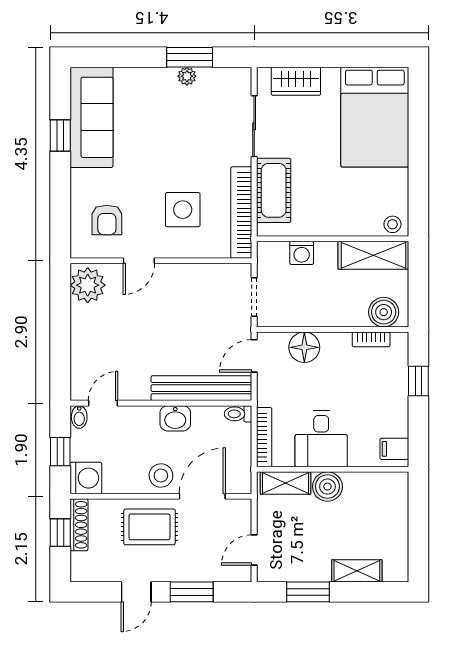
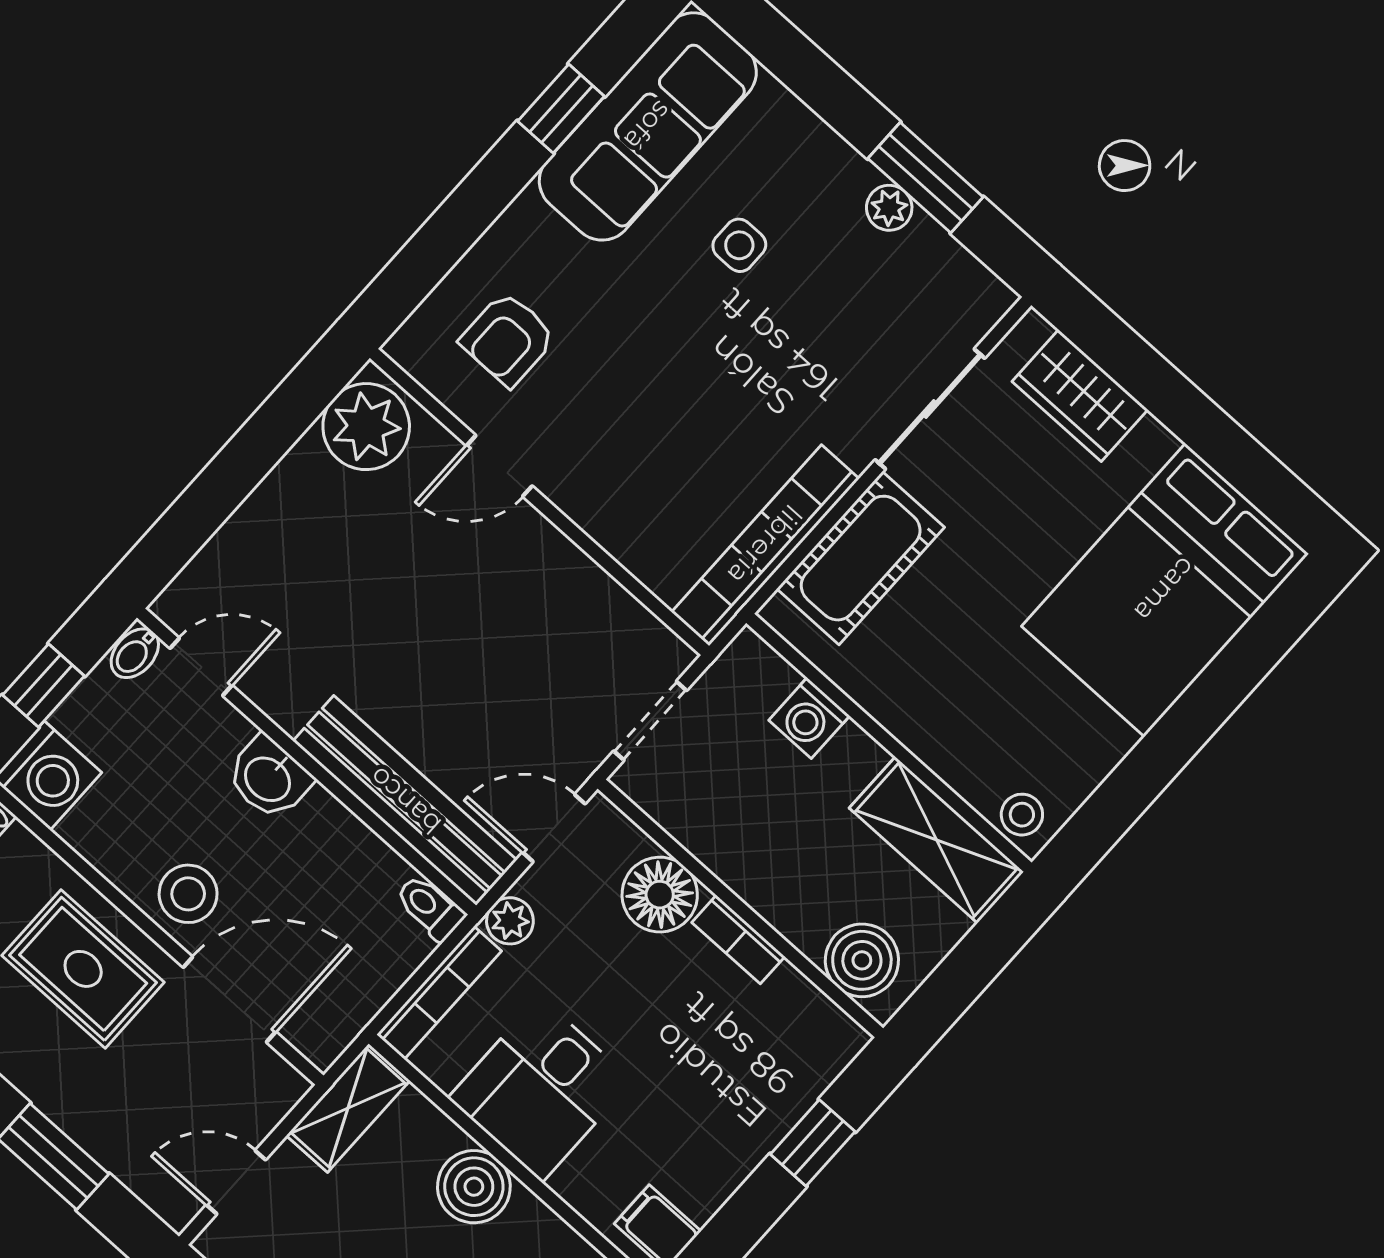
side table: (183, 210) -> (739, 245), moved, width x0.54, depth x0.54
bookcase: (371, 339) -> (738, 939), moved
plant: (266, 396) -> (510, 921), added
washbasin: (175, 418) -> (269, 778), moved
shelving: (286, 483) -> (348, 1108), moved, turned 90

